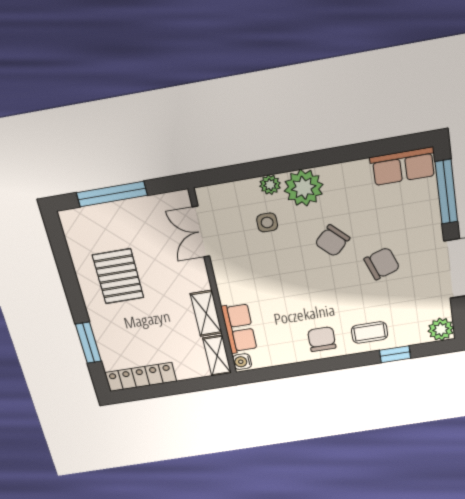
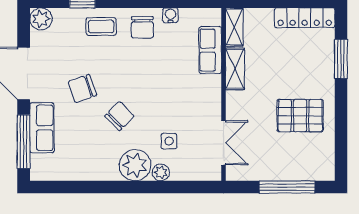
row of seats: (403, 166) -> (42, 128), moved, turned 90
pallet: (118, 276) -> (300, 116), turned 90
water cooler: (242, 362) -> (170, 15), moved, turned -90

